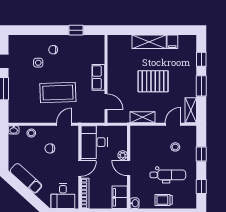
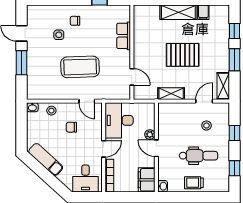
row of seats: (98, 77) -> (124, 36), moved
door: (64, 124) -> (87, 101), swing flipped

